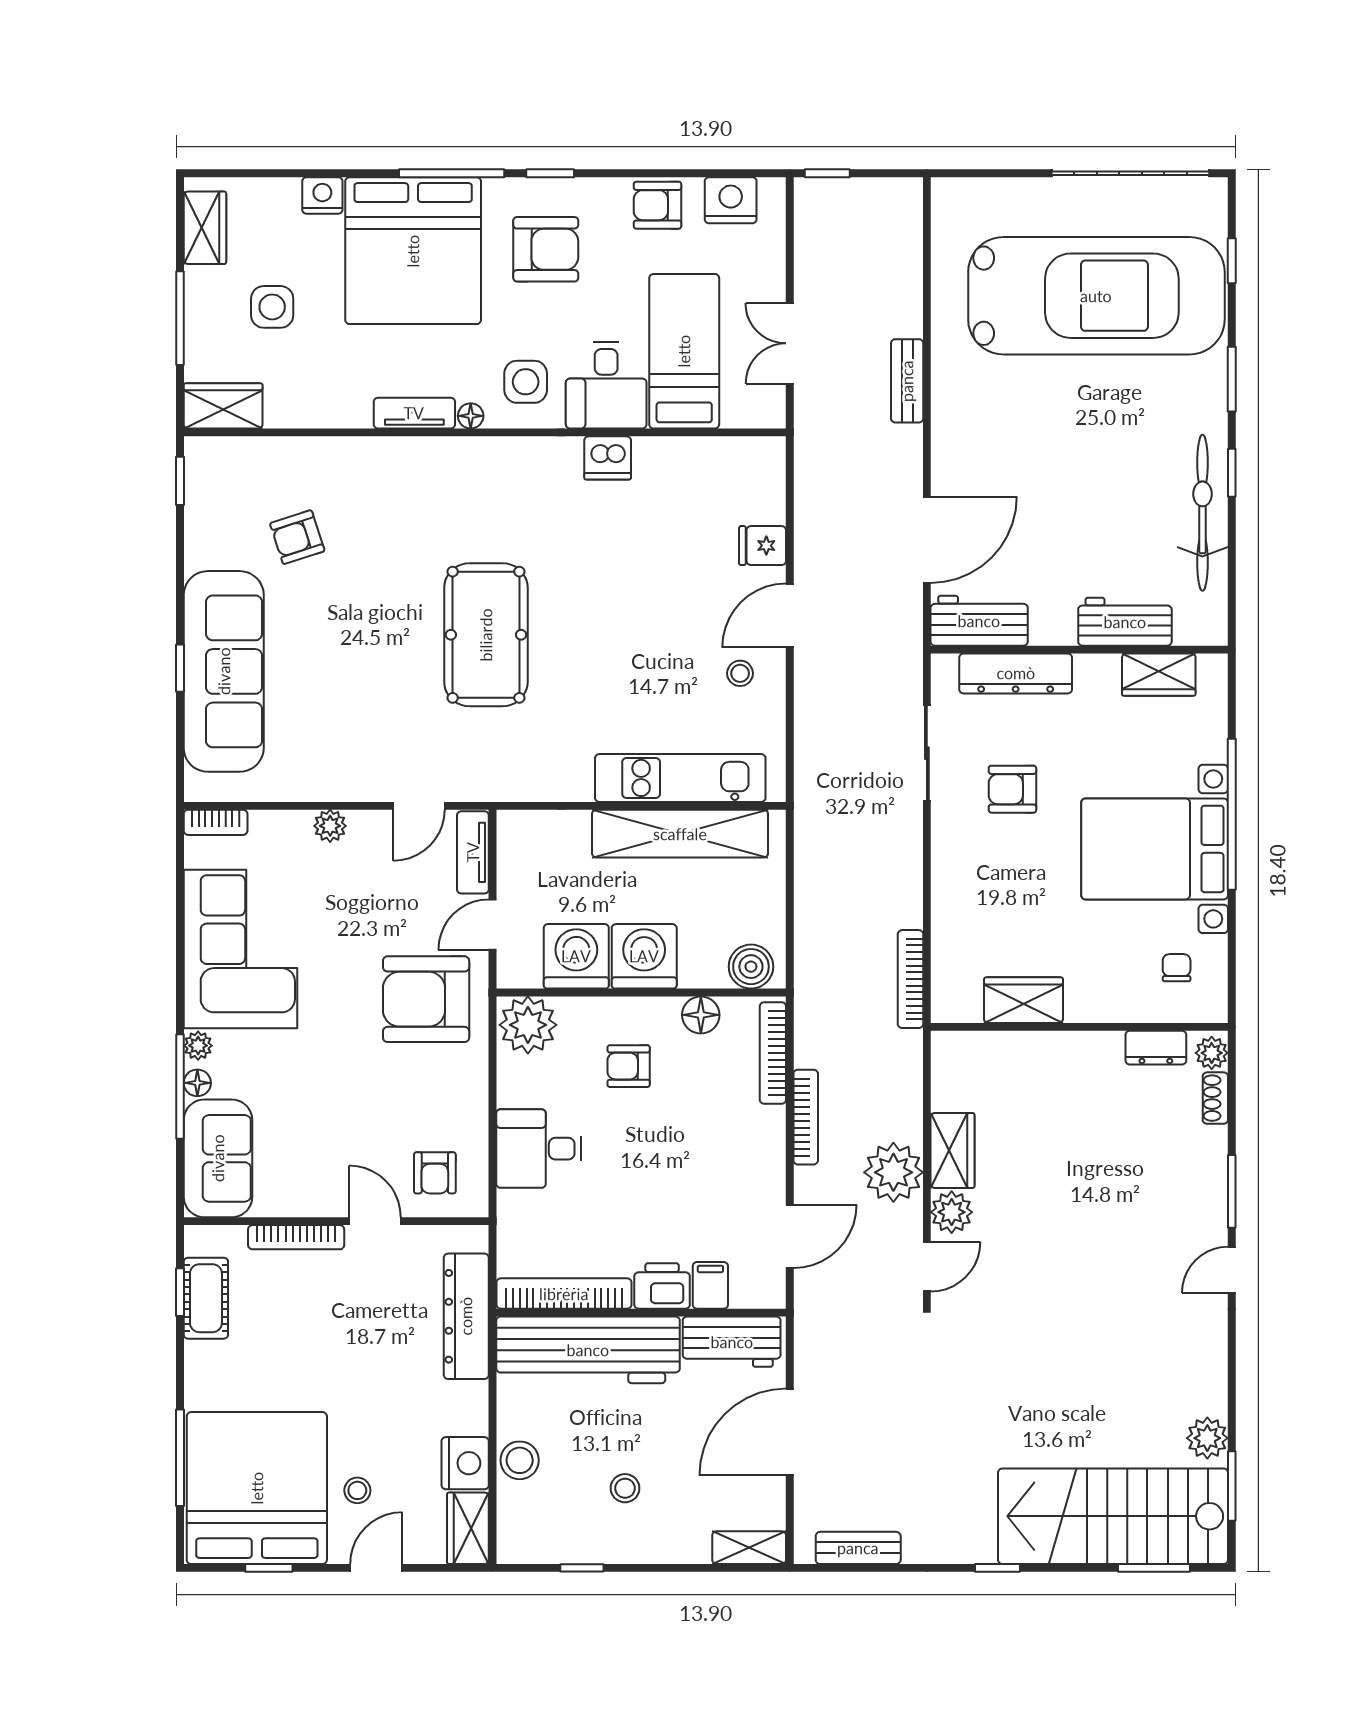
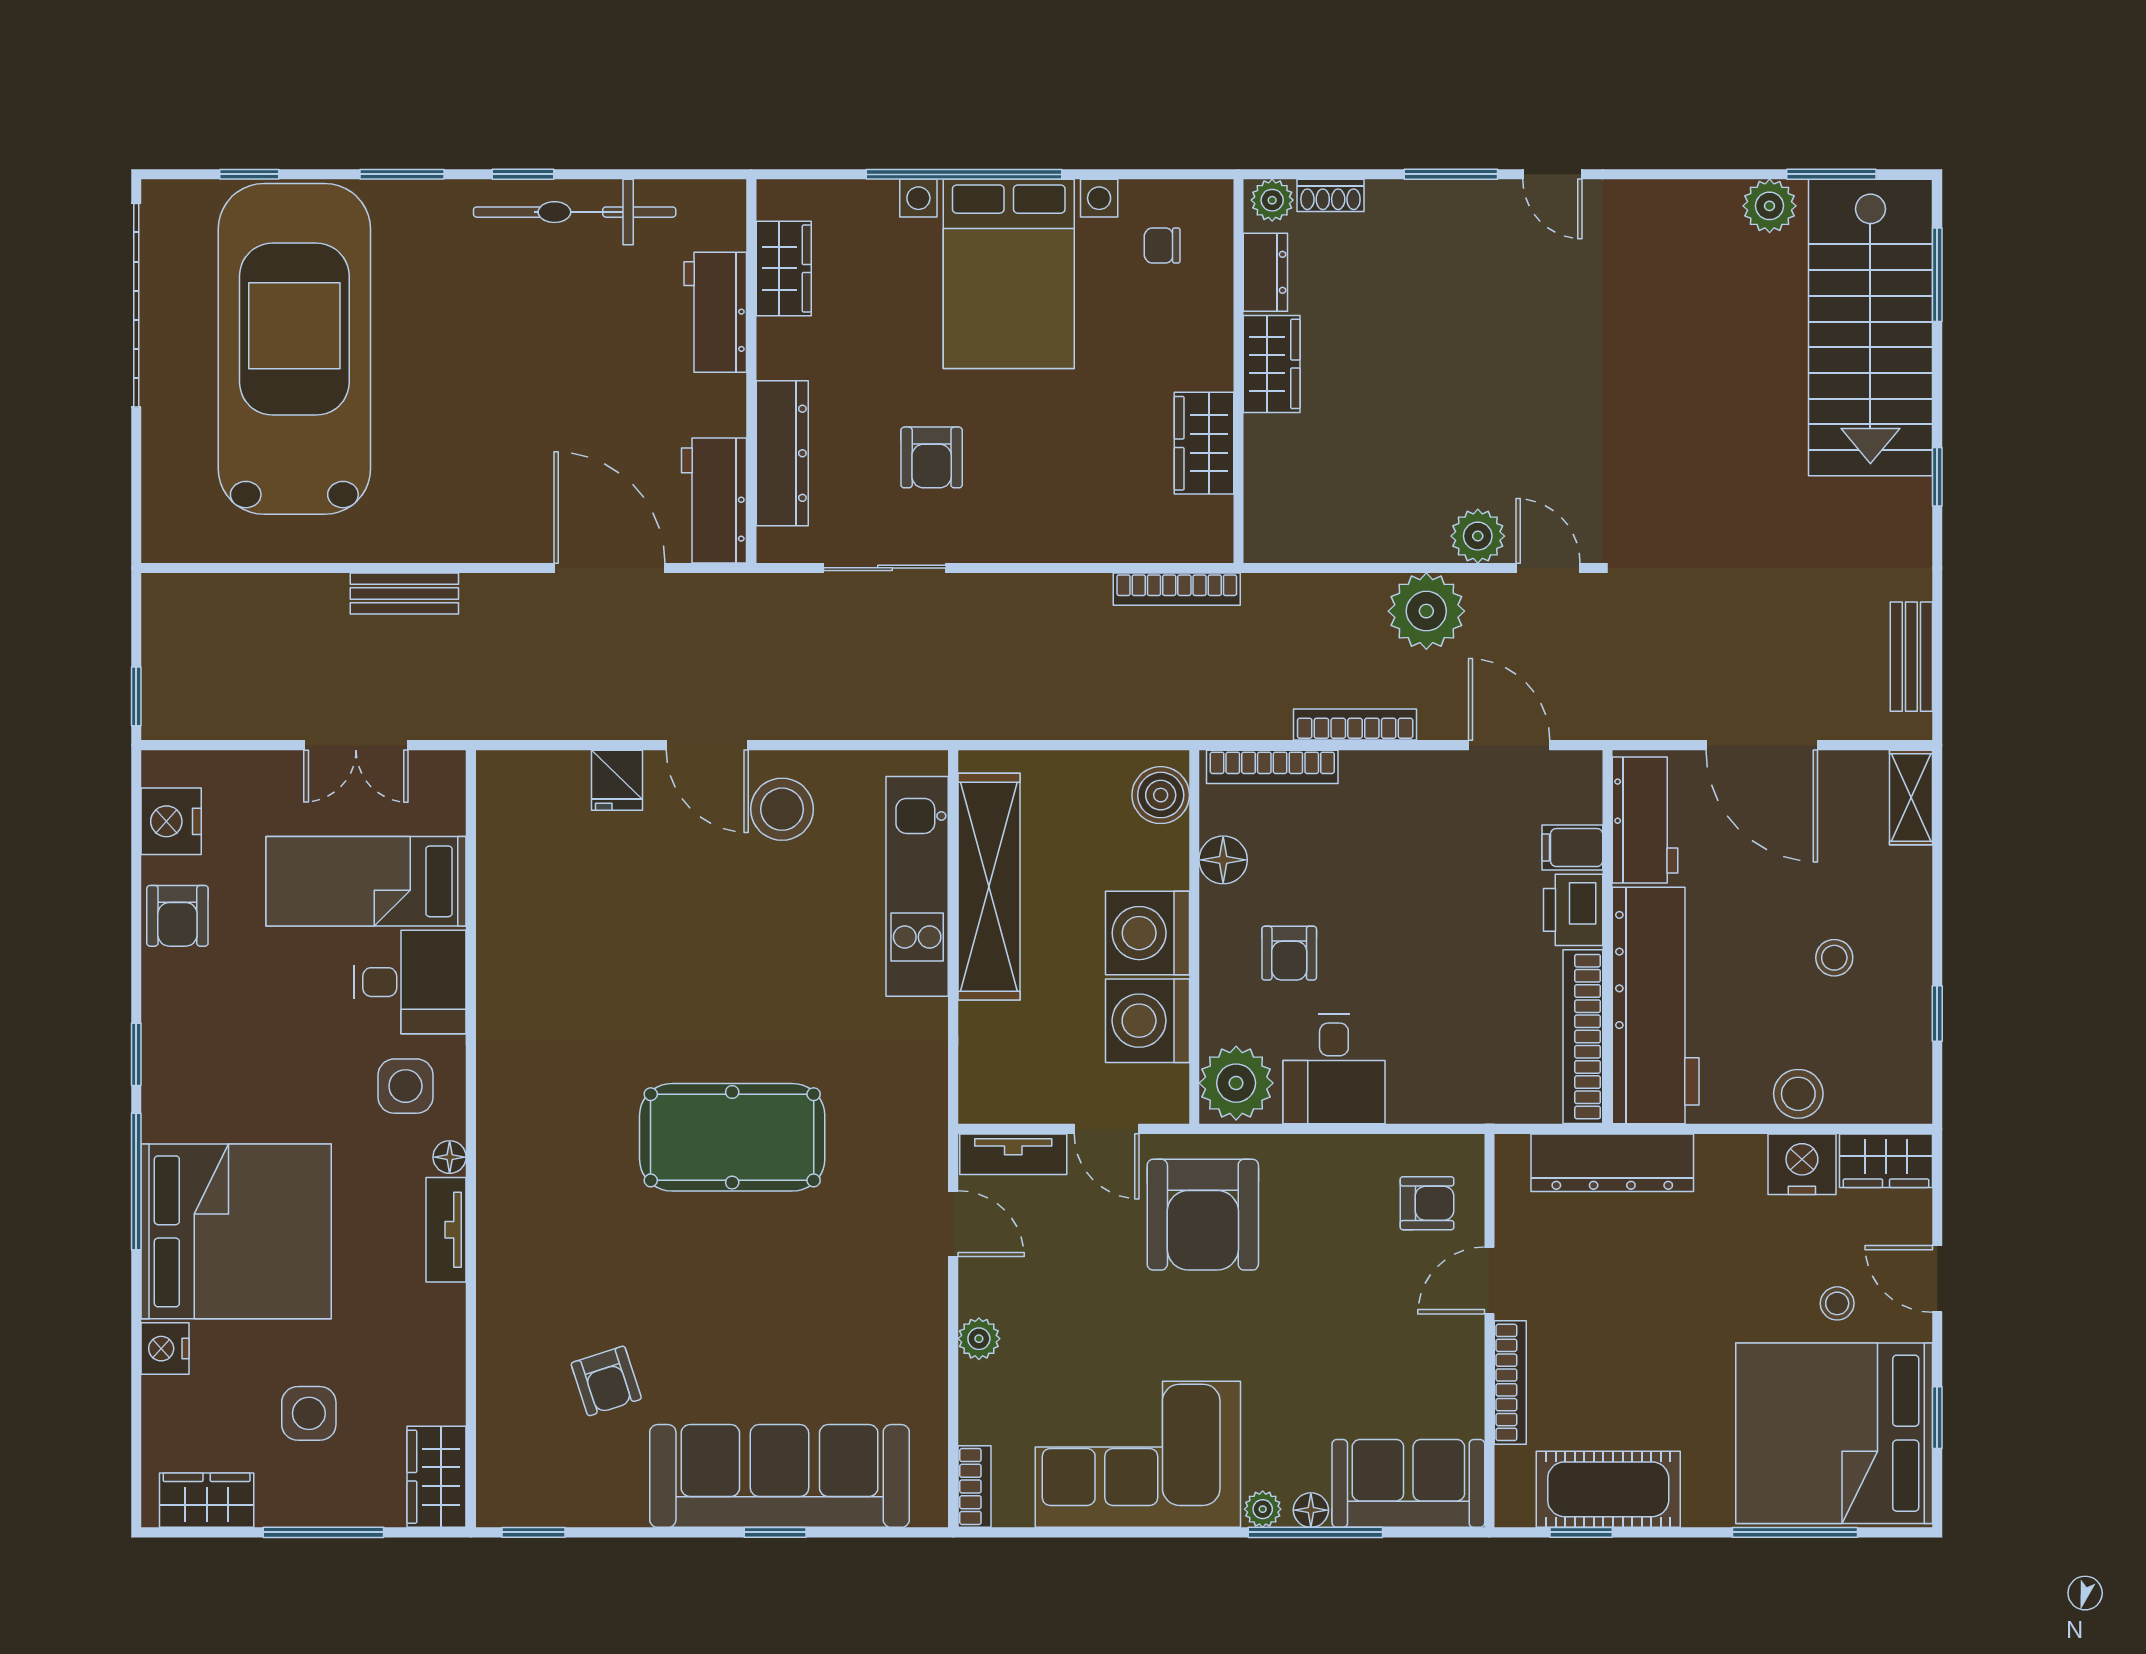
armchair: (546, 249) -> (234, 1060), removed
dishwasher: (608, 458) -> (504, 980), removed
stool: (740, 673) -> (782, 809), width x1.89, depth x1.89
desk: (539, 1149) -> (1334, 1069), moved
wardrobe: (953, 1150) -> (1272, 364), moved, turned 90
cot: (206, 1298) -> (1608, 1489), width x1.37, depth x1.34

